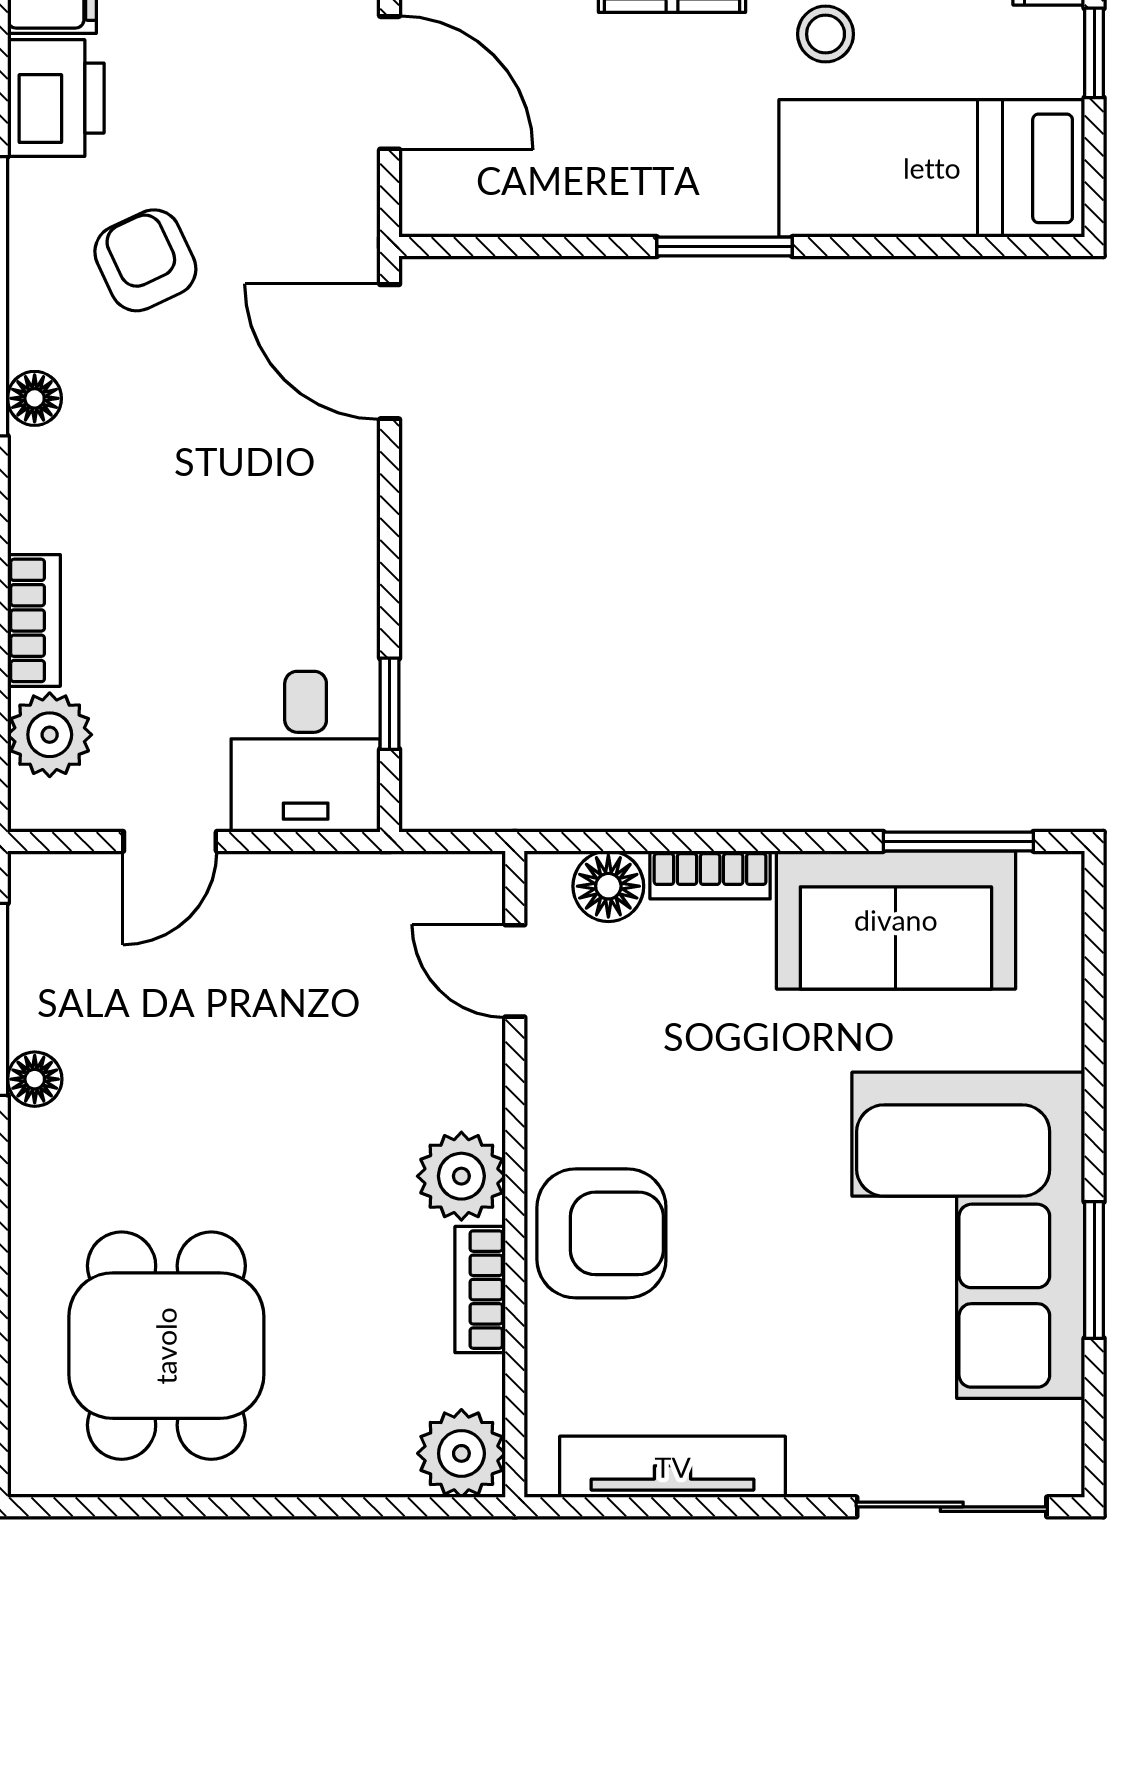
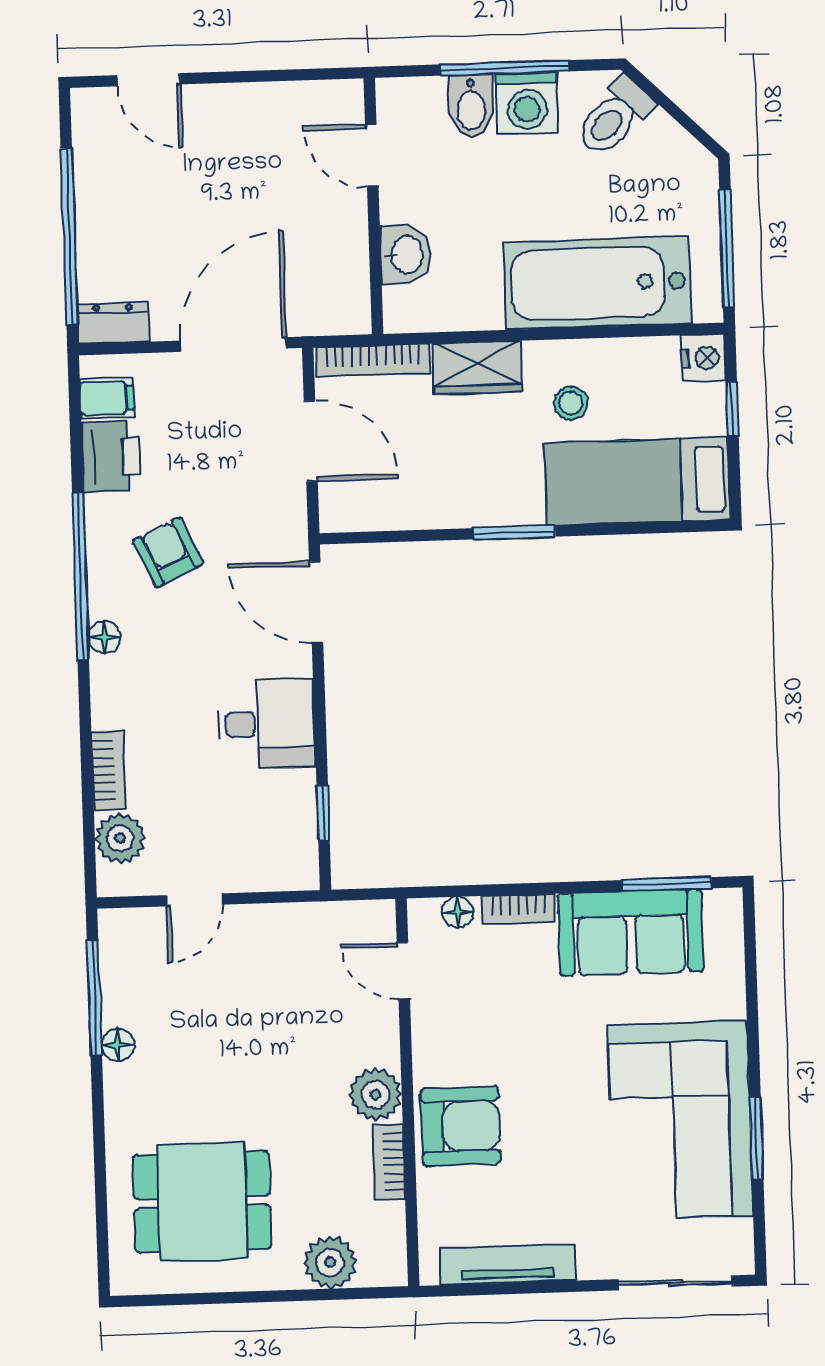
desk: (306, 752) -> (266, 724), moved, turned -90
floor lamp: (608, 886) -> (458, 912), width x0.73, depth x0.73
dining table: (166, 1346) -> (202, 1202), turned 90
plant: (461, 1453) -> (330, 1262), moved

